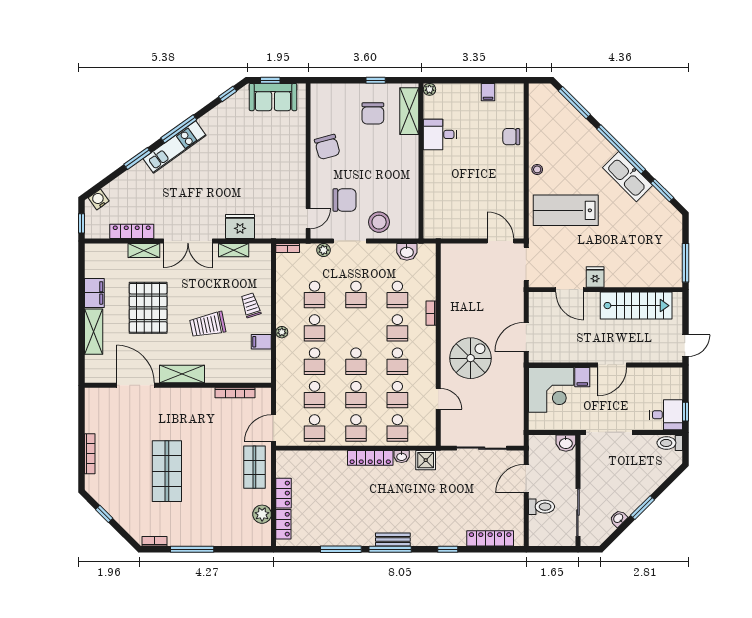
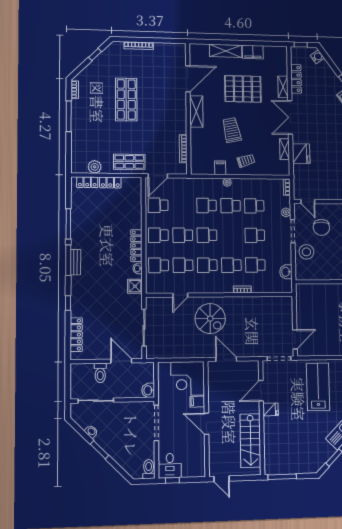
school desk: (315, 395) -> (182, 205), removed
door: (274, 428) -> (158, 176), swing flipped
shop shelf: (167, 471) -> (126, 99), turned 90

